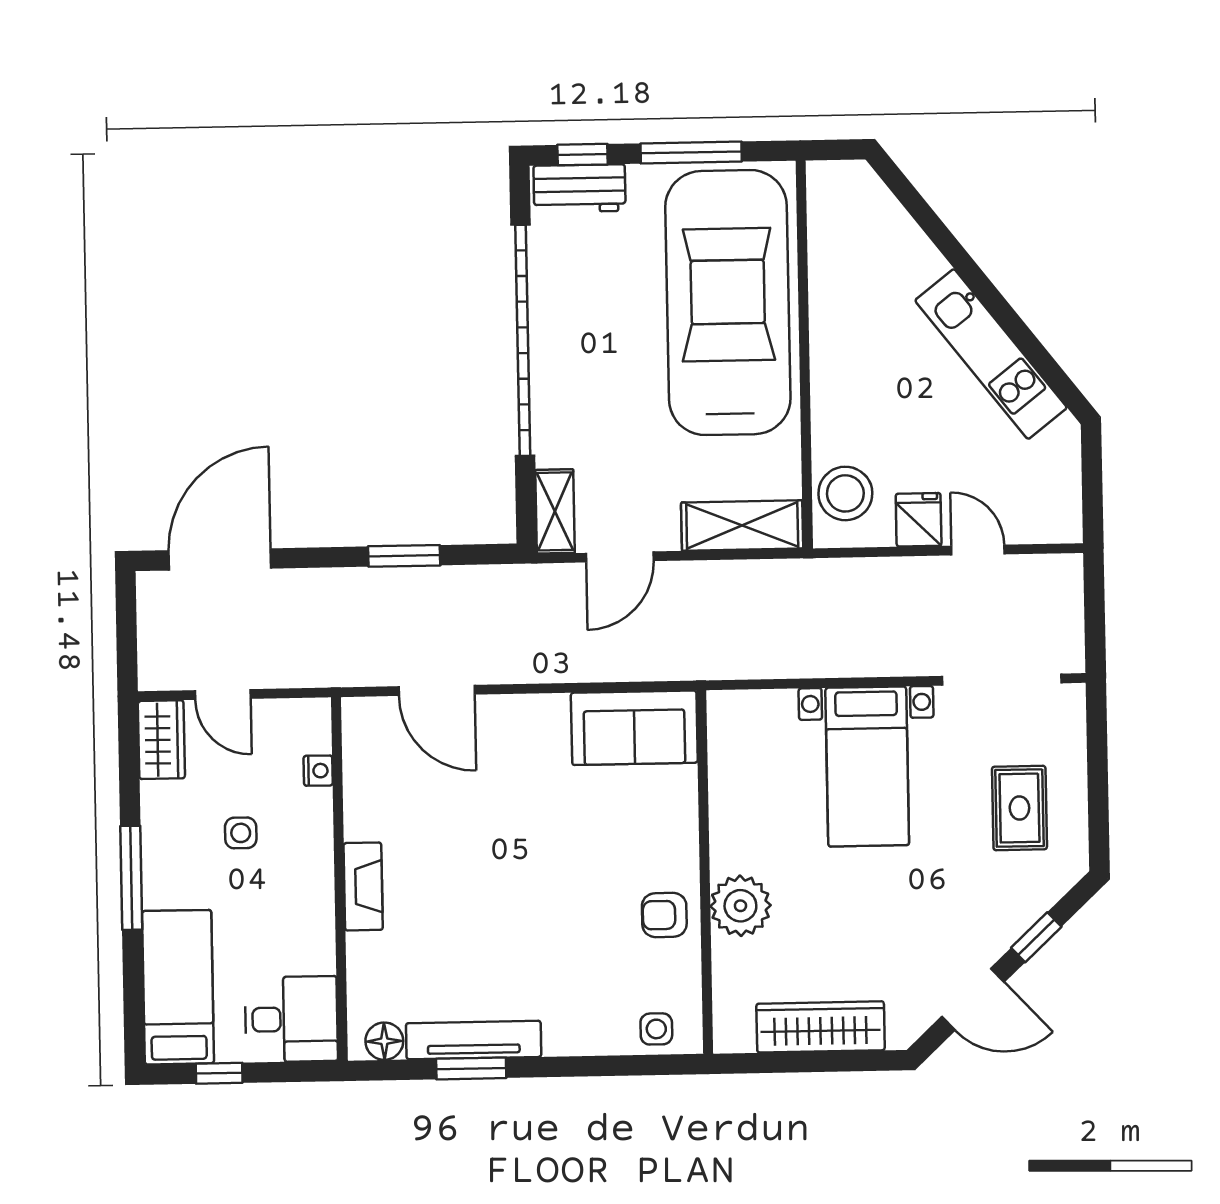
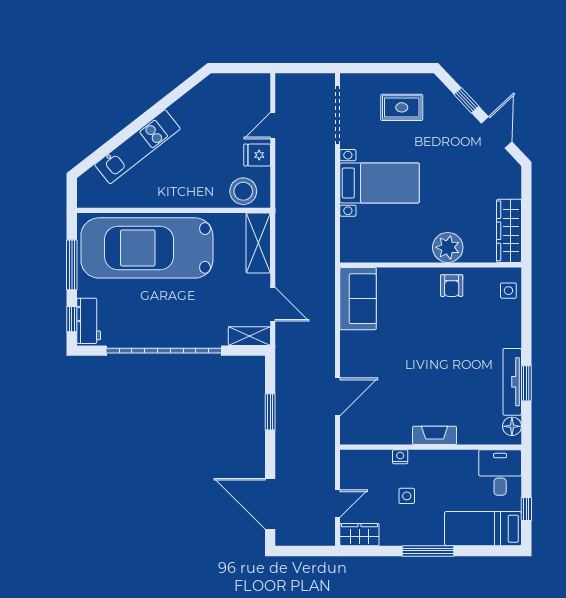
kitchen unit: (991, 354) -> (137, 147), moved
nightstand: (318, 771) -> (400, 457), moved
wardrobe: (821, 1027) -> (509, 231), moved

